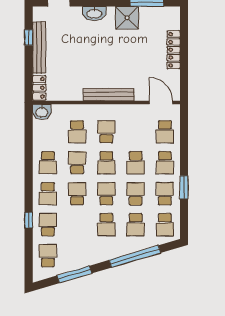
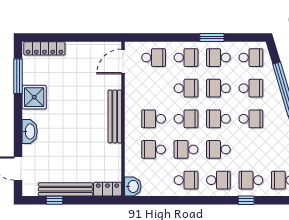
locker: (174, 50) -> (44, 48), moved
school desk: (77, 132) -> (154, 149), turned 180

